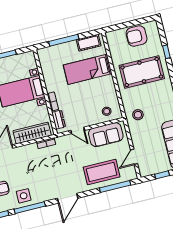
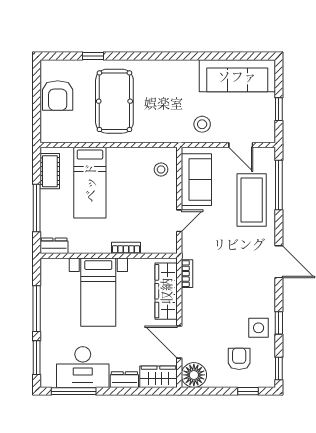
stool: (138, 115) -> (202, 124), moved
dresser: (59, 120) -> (54, 246), moved
window: (30, 208) -> (279, 323), width x0.46

